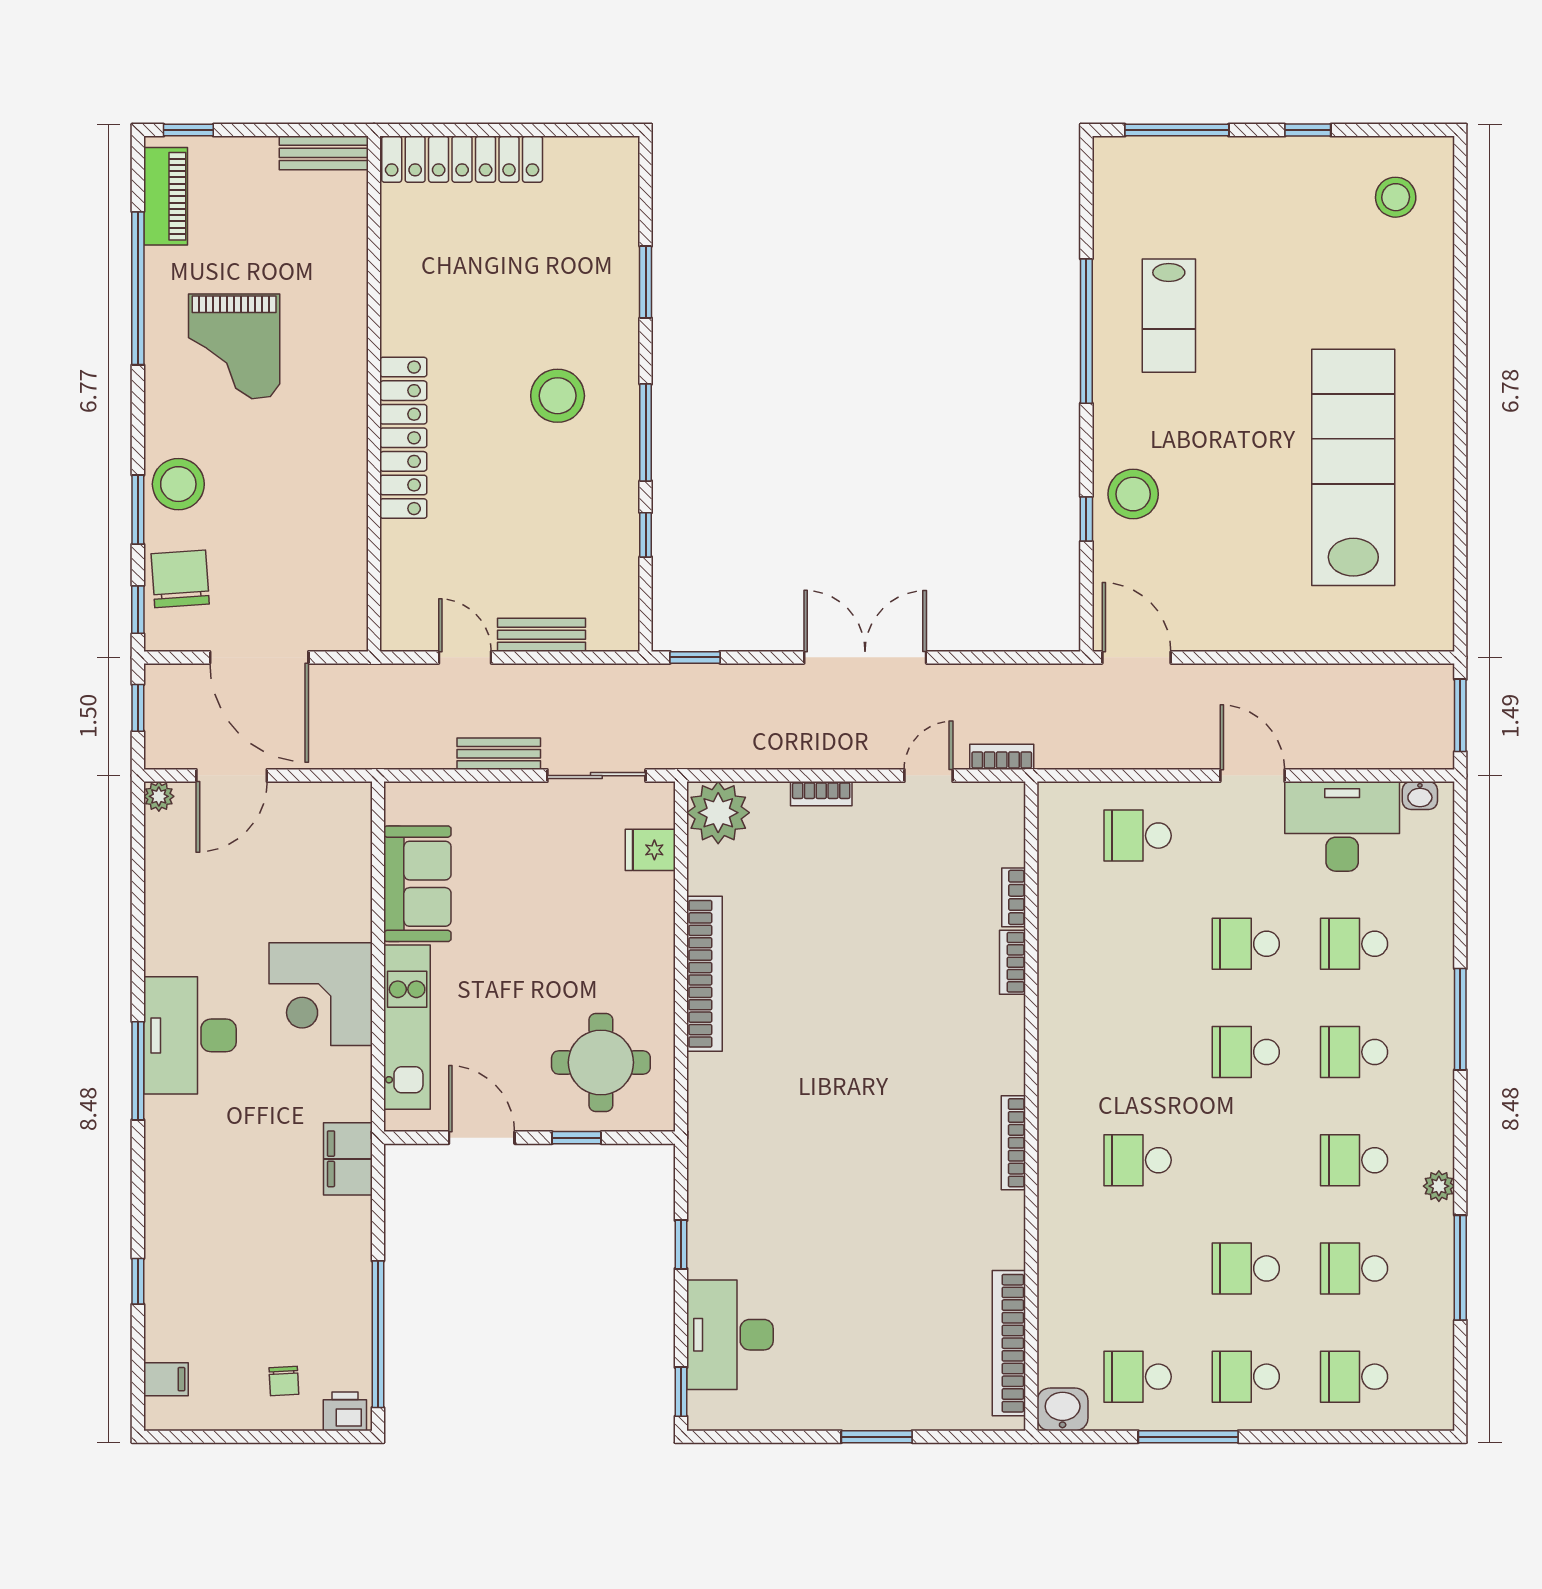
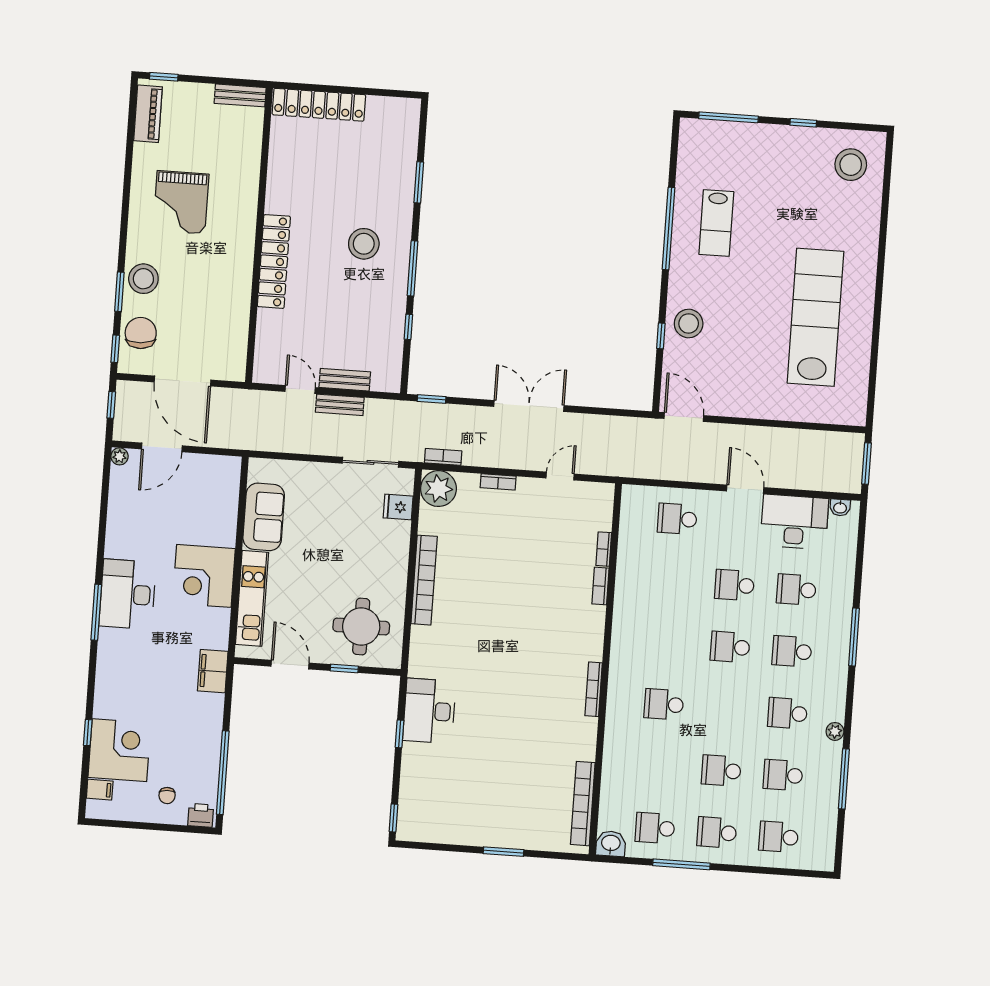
stool: (1396, 197) -> (851, 165), width x1.38, depth x1.38
window: (138, 288) -> (128, 165), removed
bench: (499, 754) -> (340, 405), moved
bookcase: (1002, 757) -> (443, 457), moved
corner desk: (195, 1308) -> (119, 750), added
desk: (730, 1335) -> (429, 711), moved

